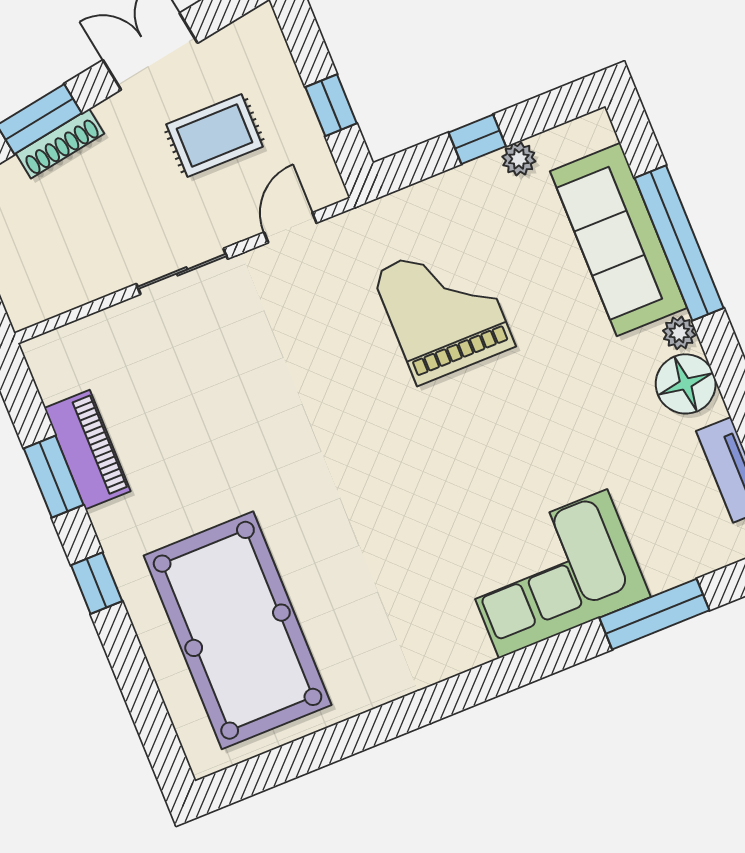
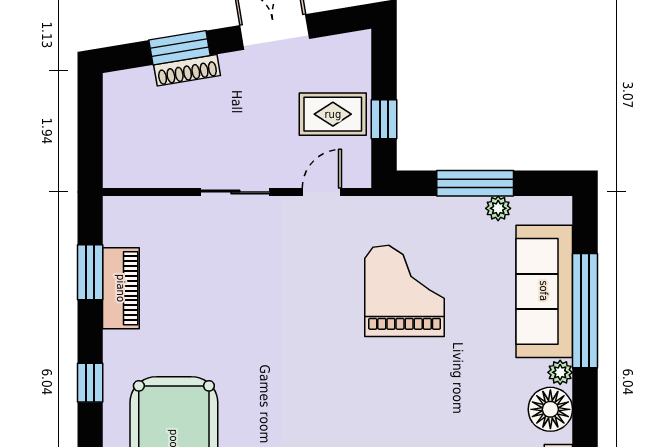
rug: (215, 136) -> (333, 114), moved
window: (477, 139) -> (475, 183), width x2.17
window: (54, 477) -> (90, 272), moved

